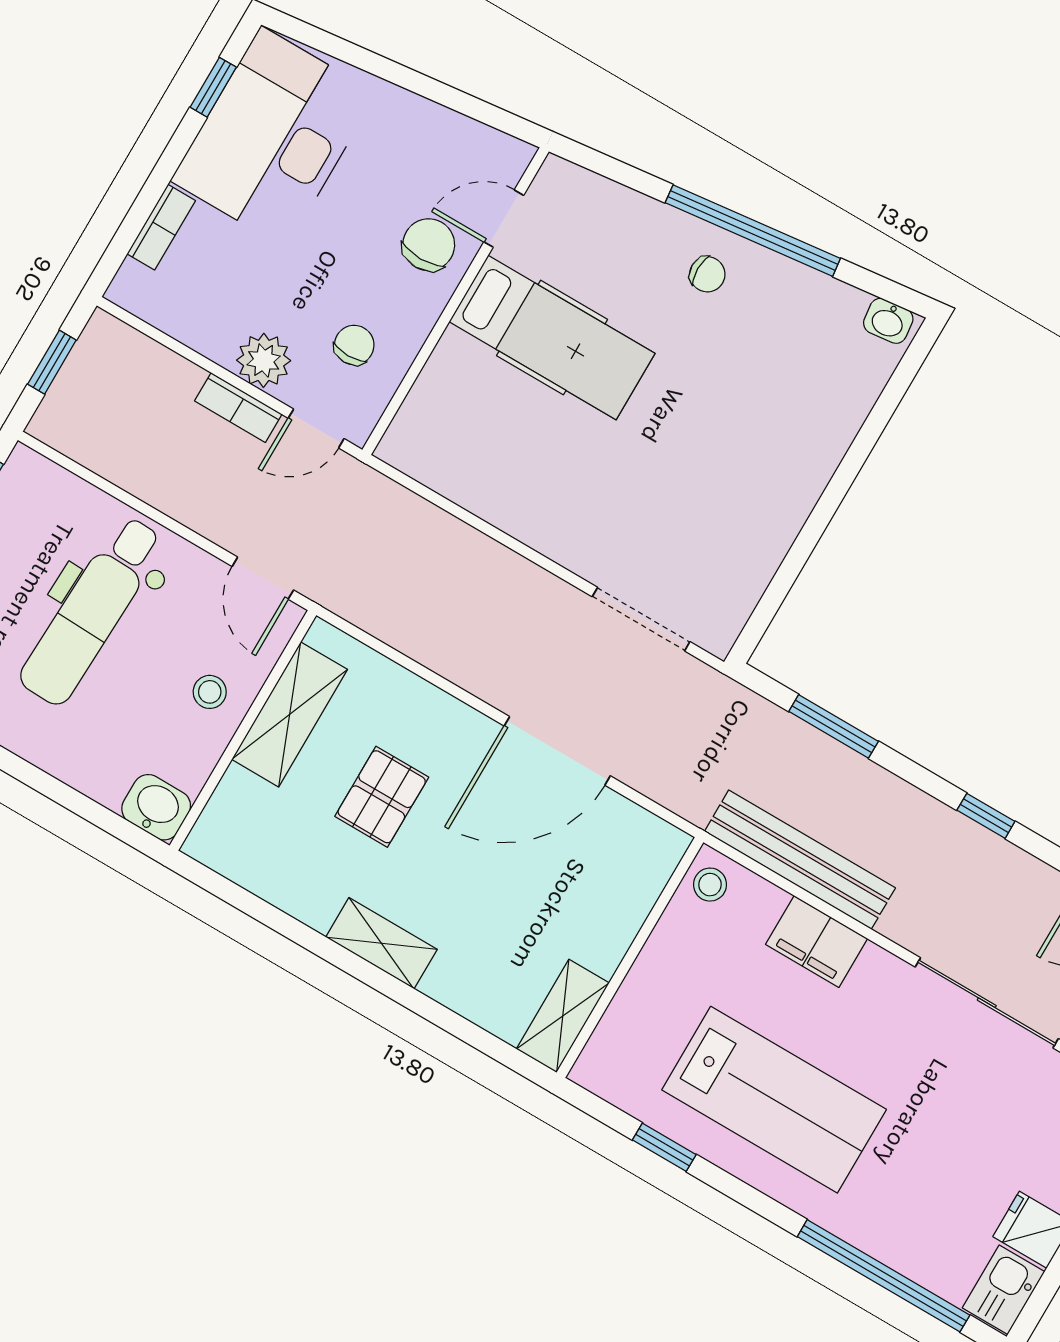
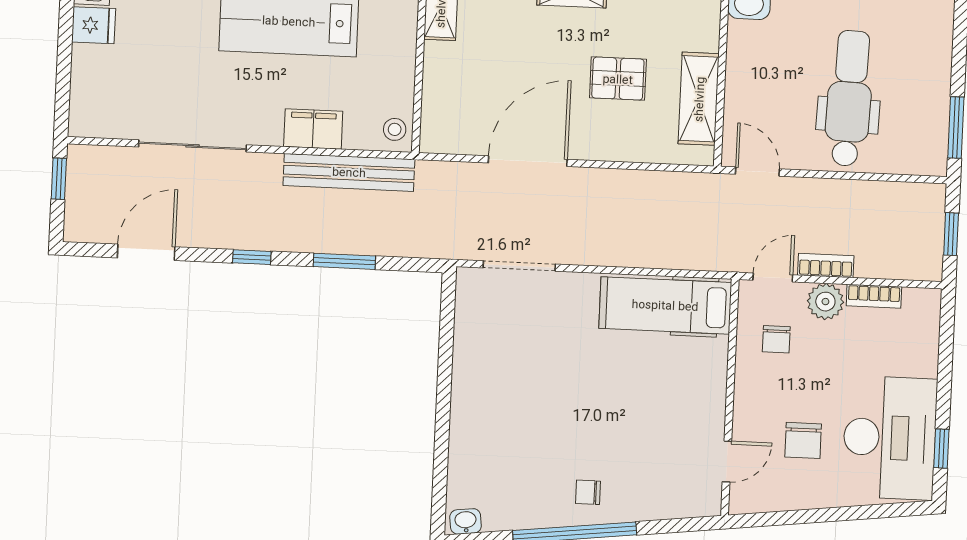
bookcase: (161, 227) -> (874, 296), moved, turned -90
chair: (429, 245) -> (803, 440), moved
hospital bed: (552, 338) -> (665, 305), moved
stool: (210, 692) -> (753, 87), removed
window: (834, 726) -> (344, 261), moved
pallet: (382, 797) -> (618, 79), turned 90

